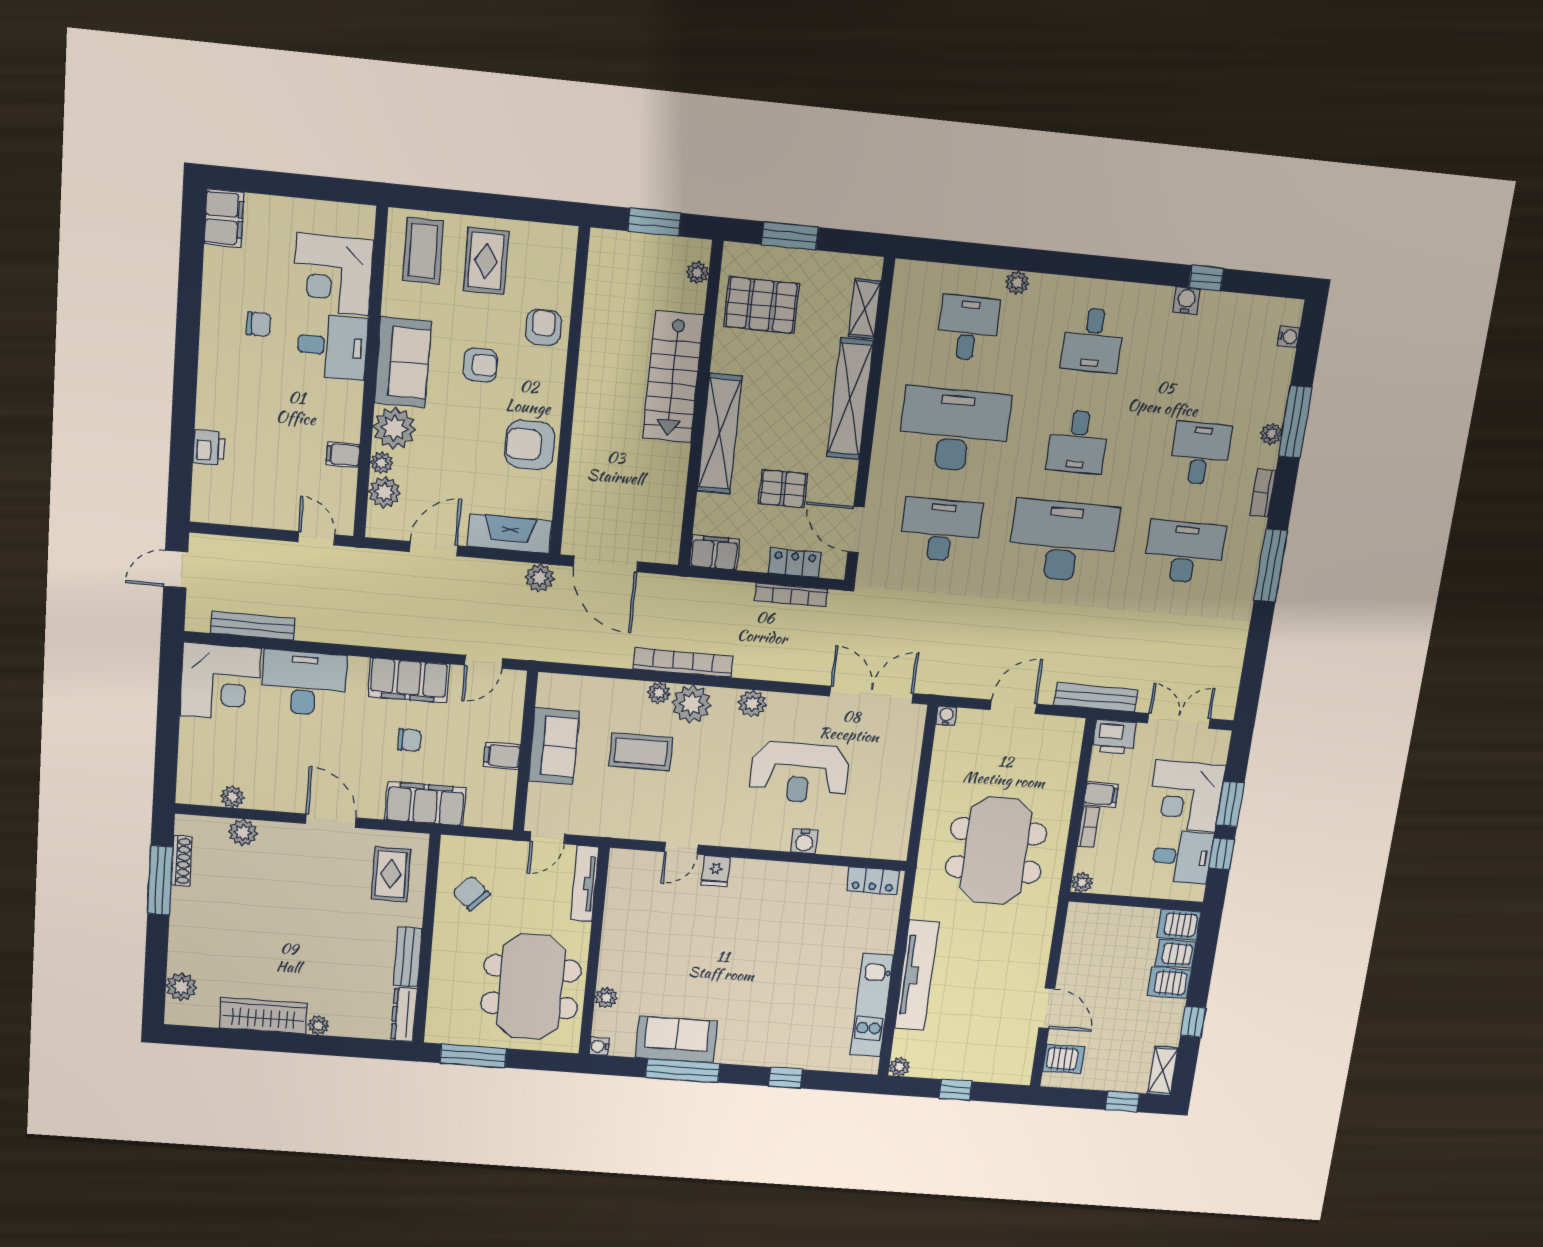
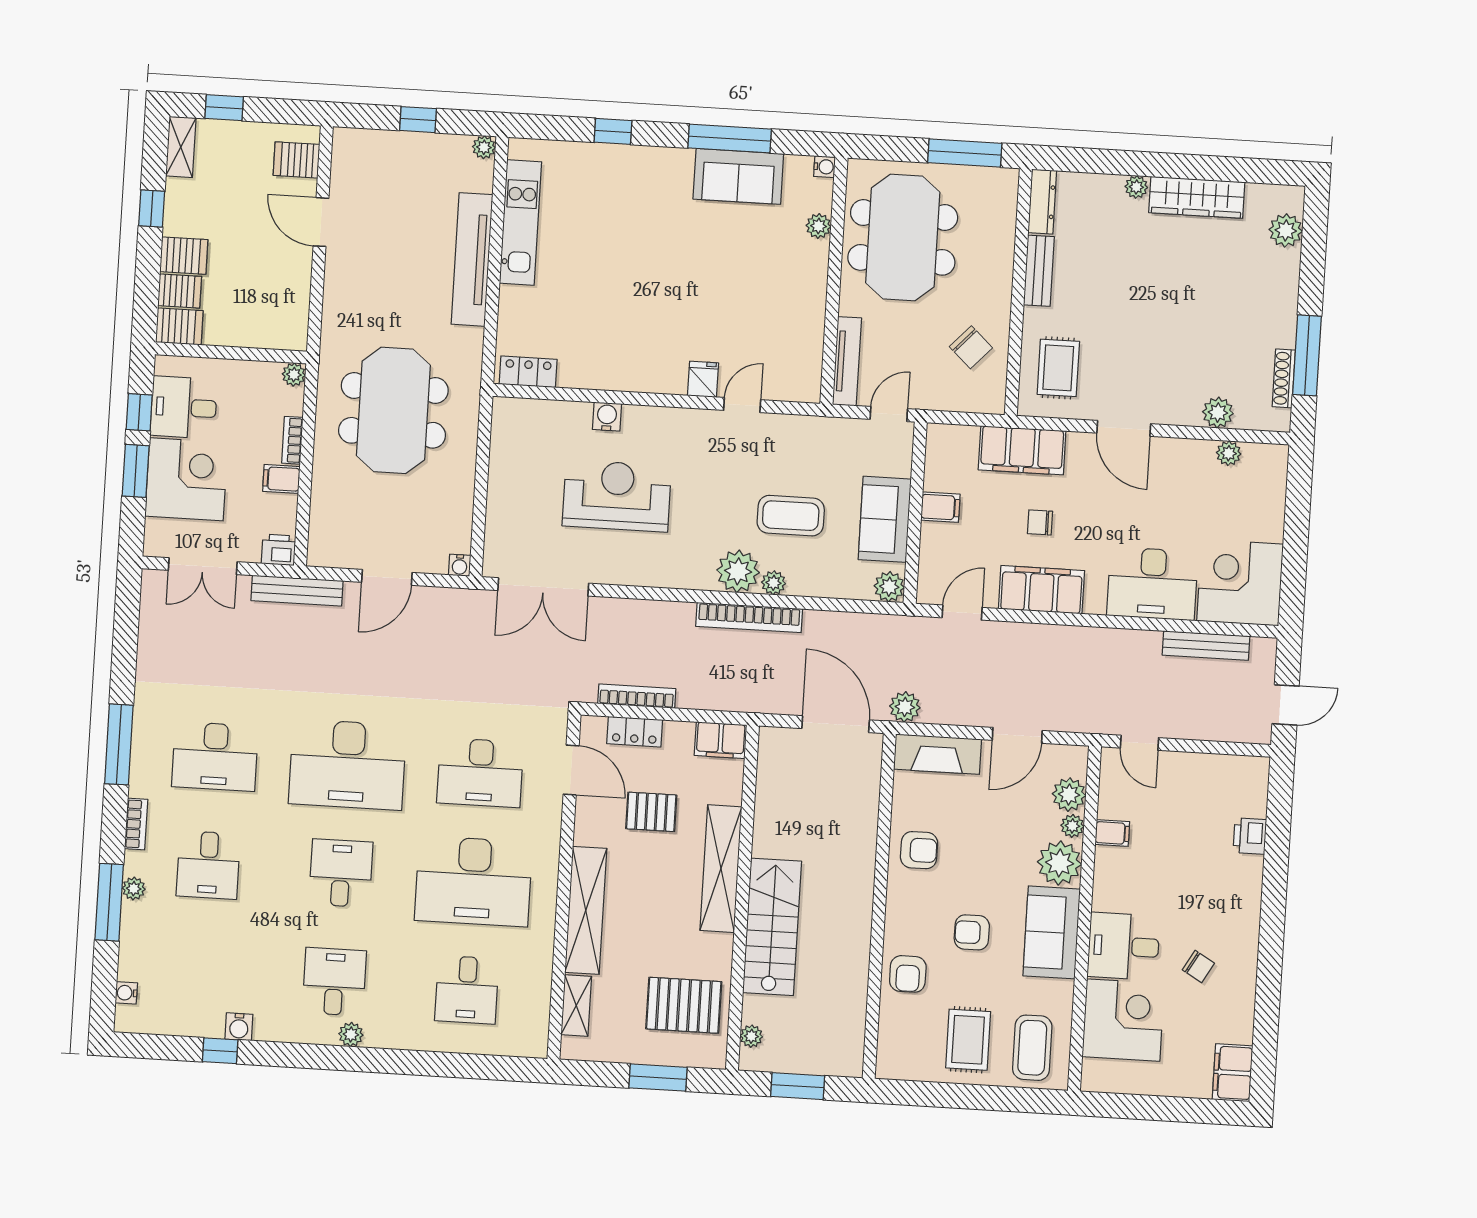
plant: (1017, 283) -> (351, 1034), moved
chair: (259, 324) -> (1198, 966), turned -150
armchair: (530, 445) -> (919, 850), width x0.72, depth x0.72
plant: (752, 704) -> (889, 587), moved
printer: (1114, 737) -> (279, 550), width x0.73, depth x0.81

